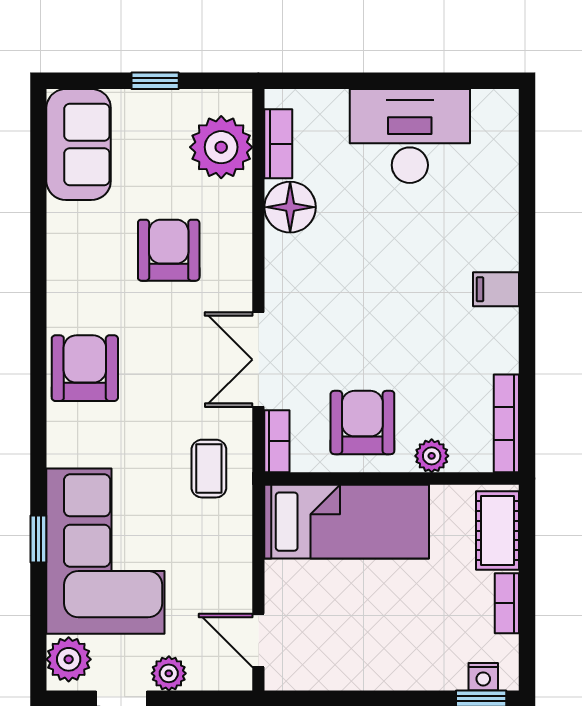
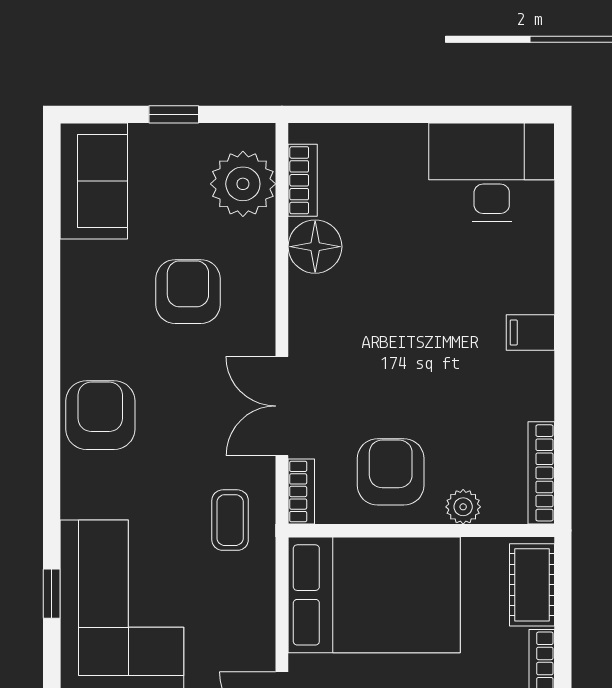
desk: (410, 136) -> (492, 172), moved
bed: (347, 522) -> (374, 595), width x1.50

